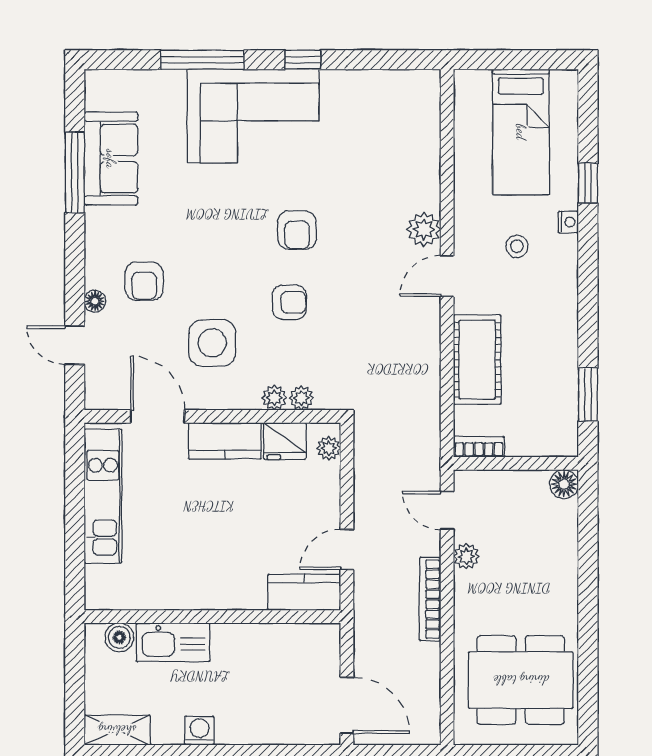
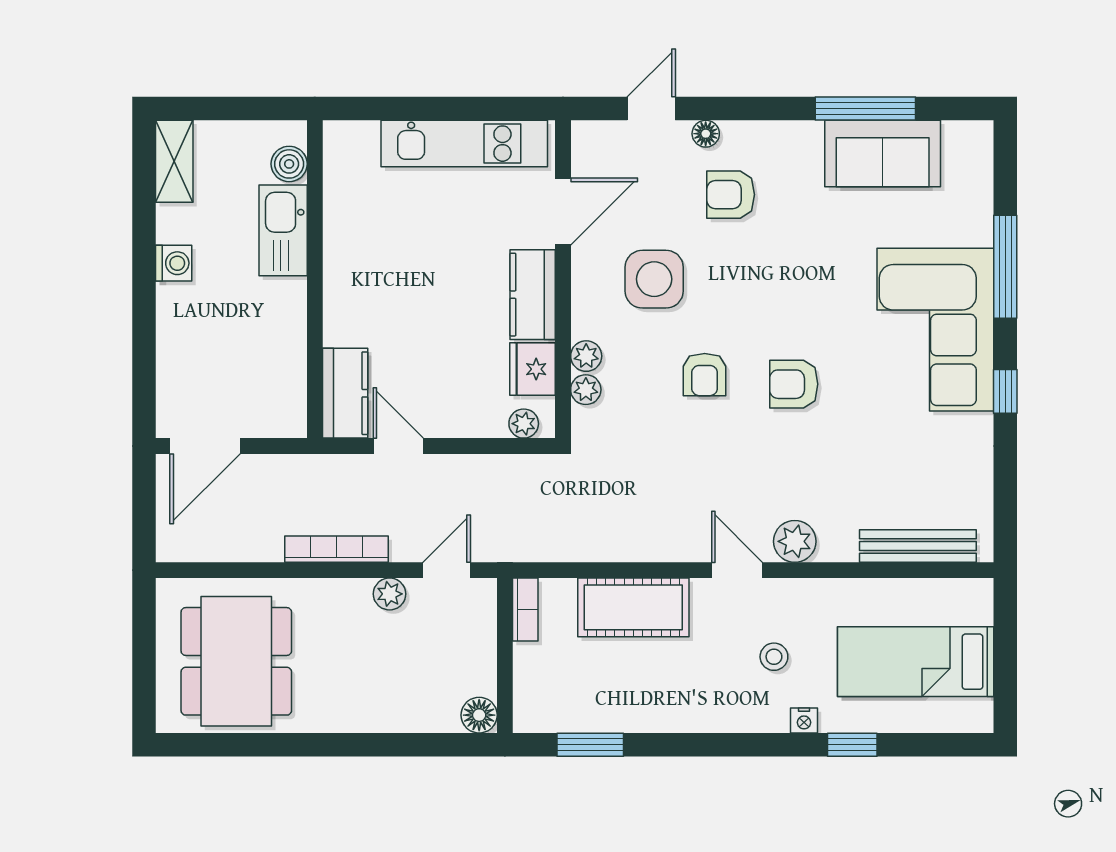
bench: (428, 130) -> (918, 546), added

